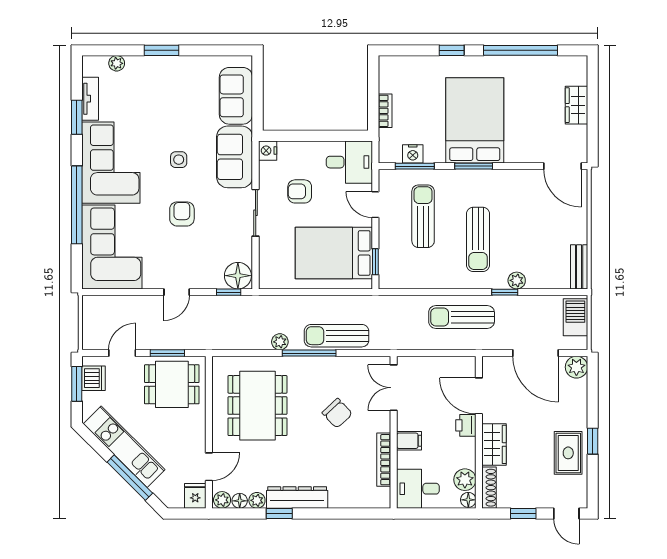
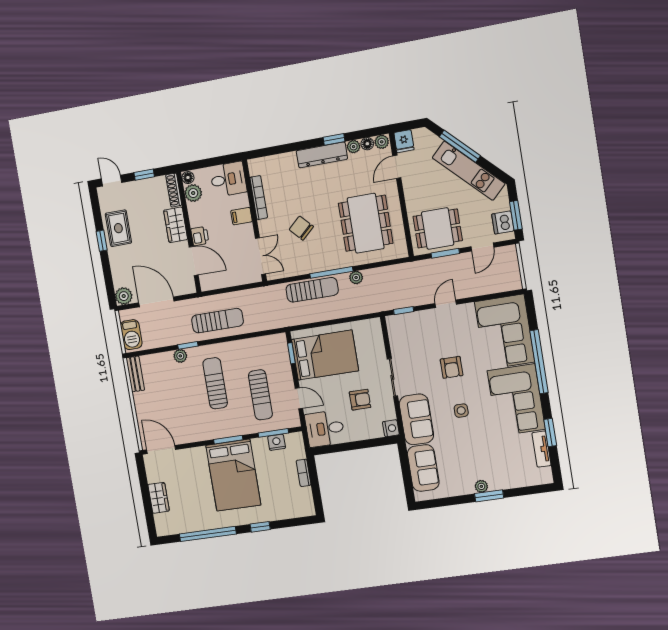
plant: (117, 63) -> (481, 486), moved
floor lamp: (238, 276) -> (398, 325), removed

